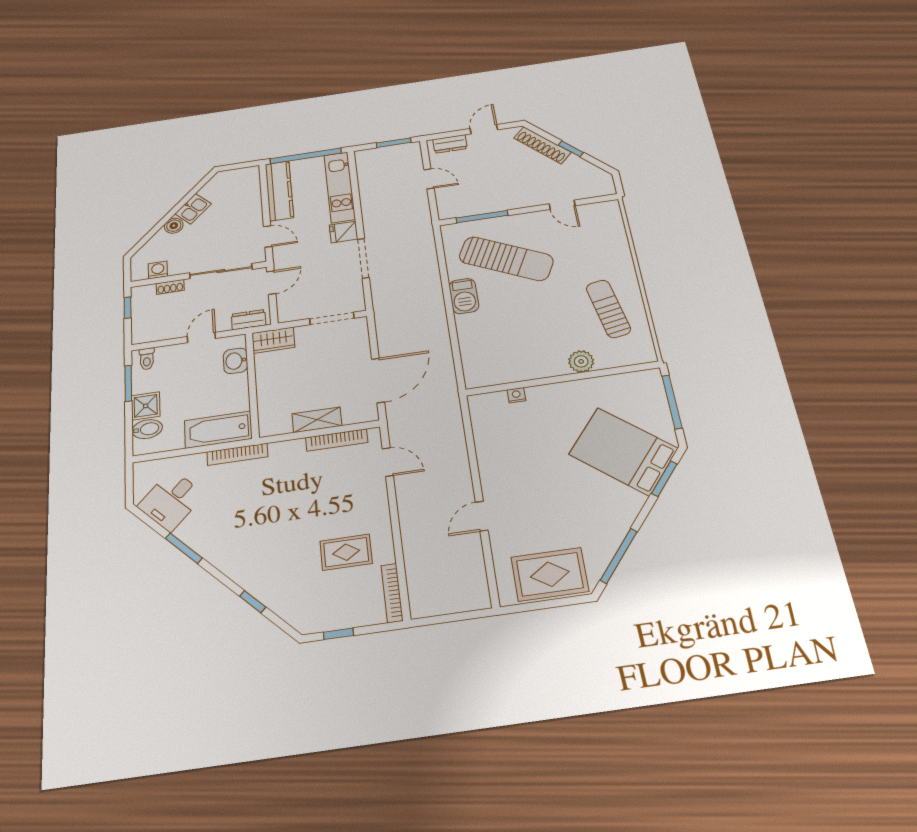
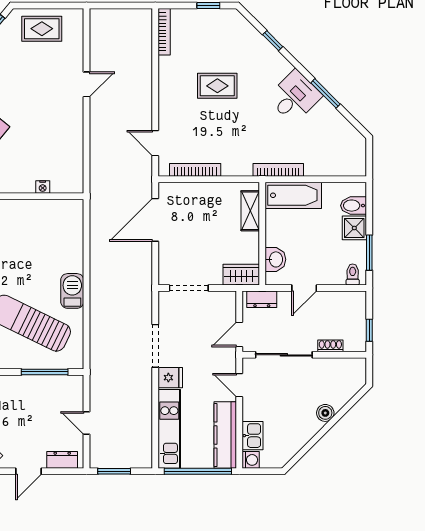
kitchen sink: (193, 209) -> (253, 436), moved, turned 135
washing machine: (158, 270) -> (251, 460), moved, turned -90
shelving: (317, 420) -> (250, 211), moved, turned 90
desk: (171, 500) -> (295, 97), moved
rug: (346, 552) -> (217, 86), moved
rug: (550, 574) -> (42, 29), width x0.73, depth x0.70

